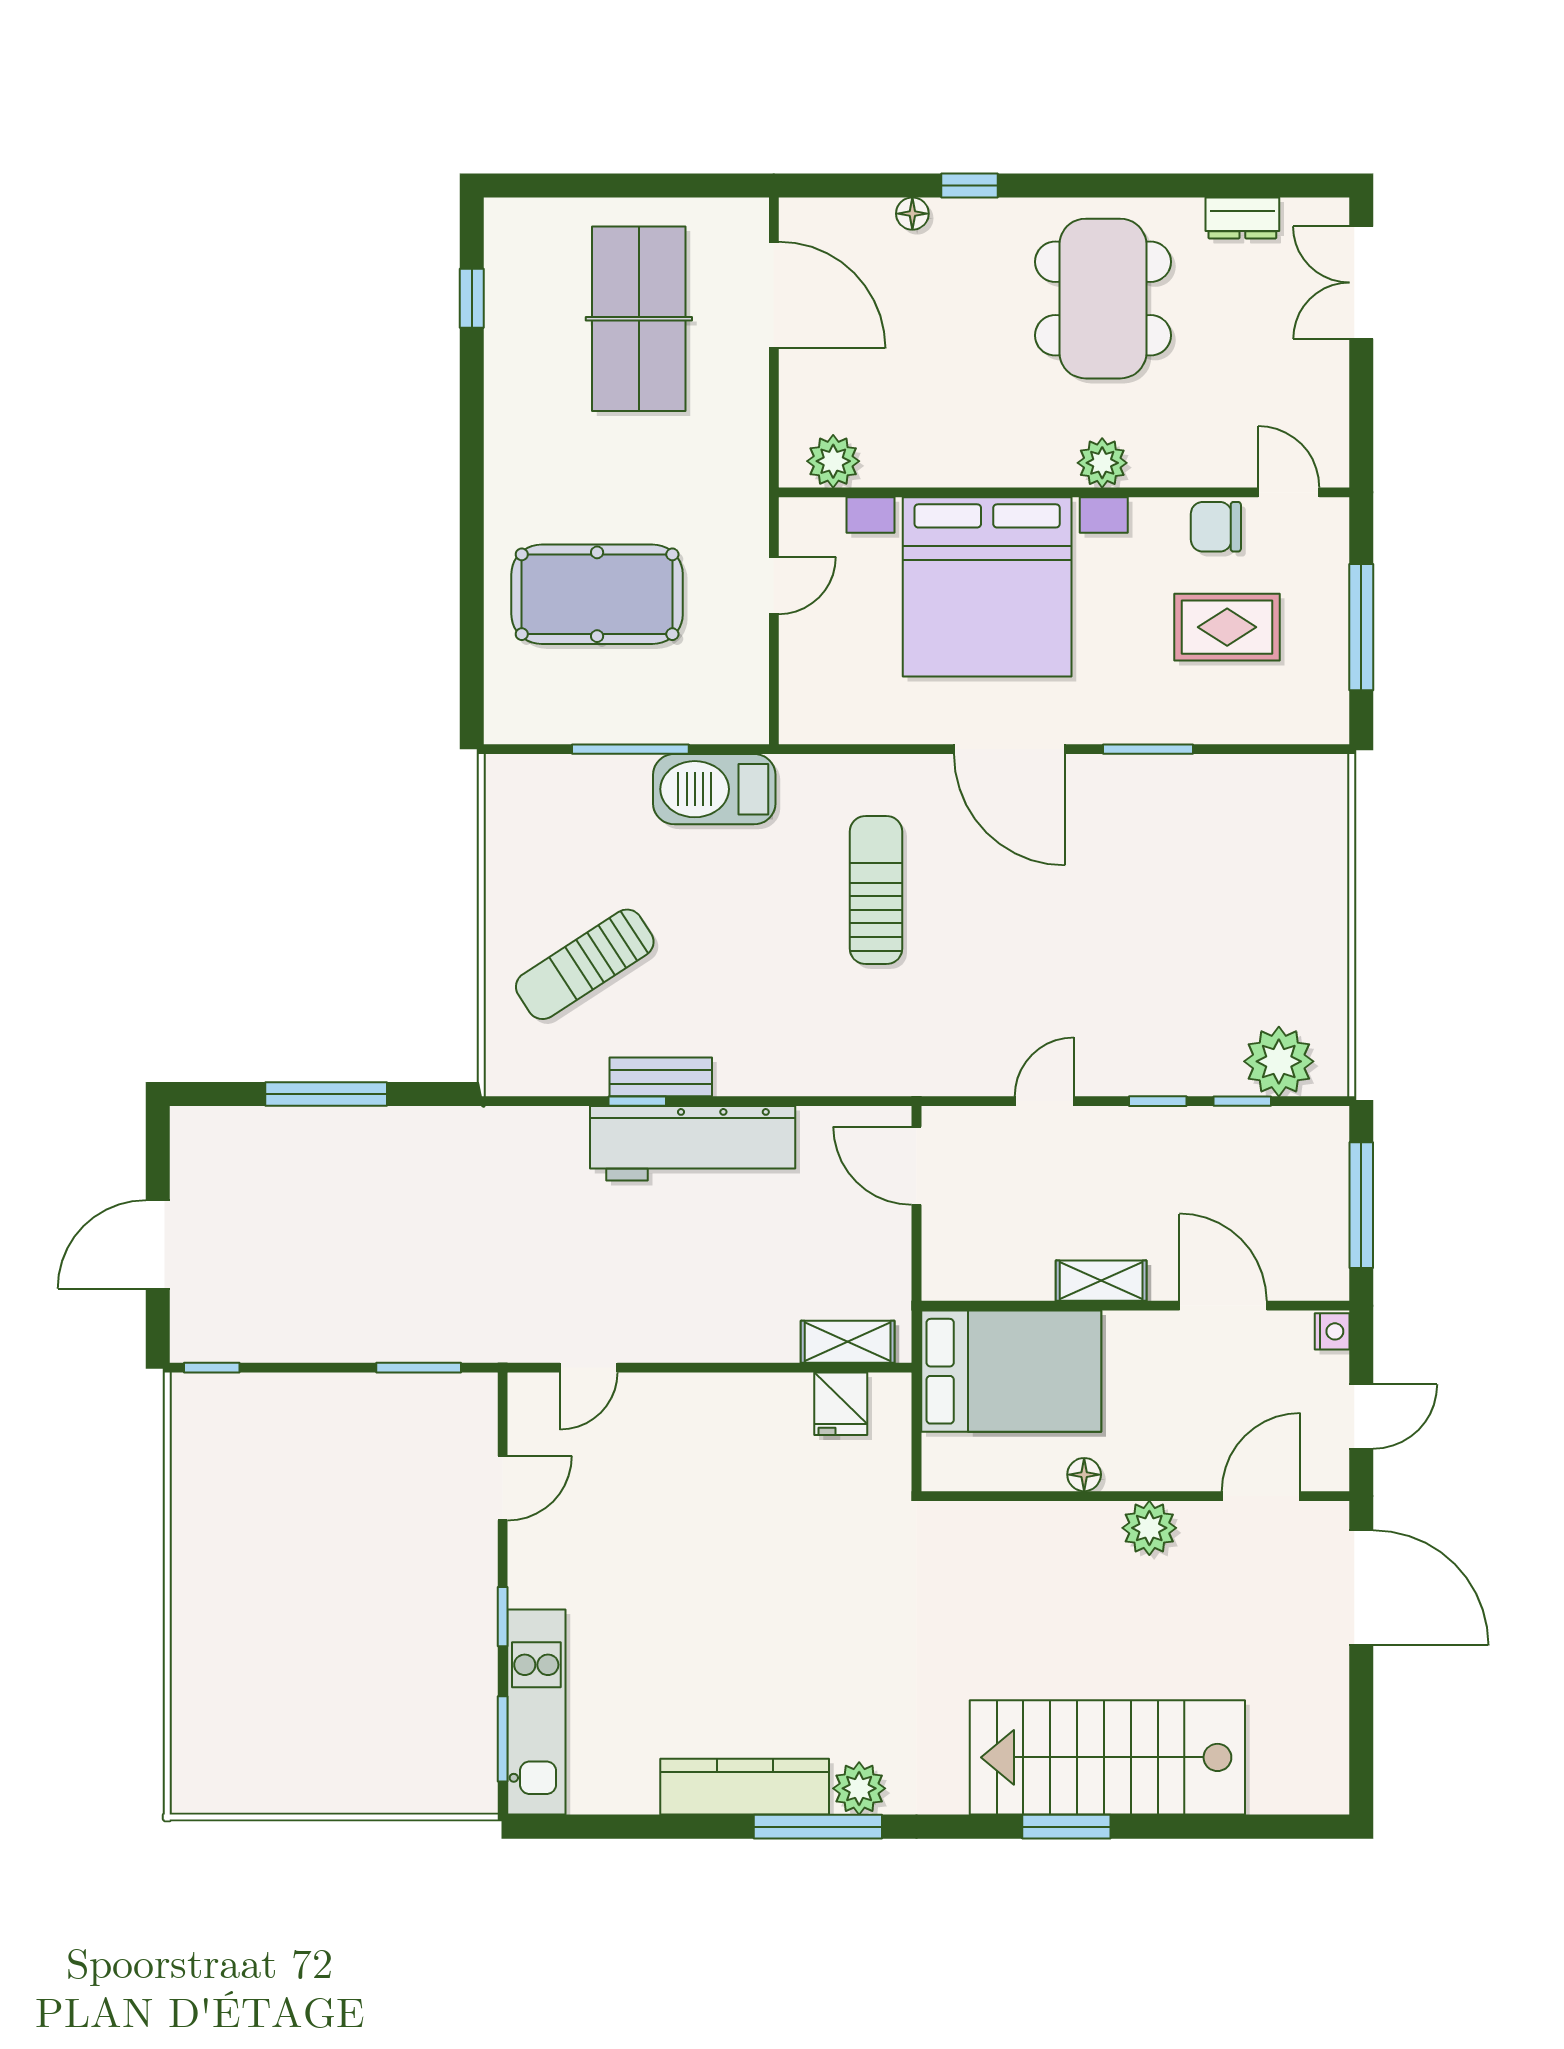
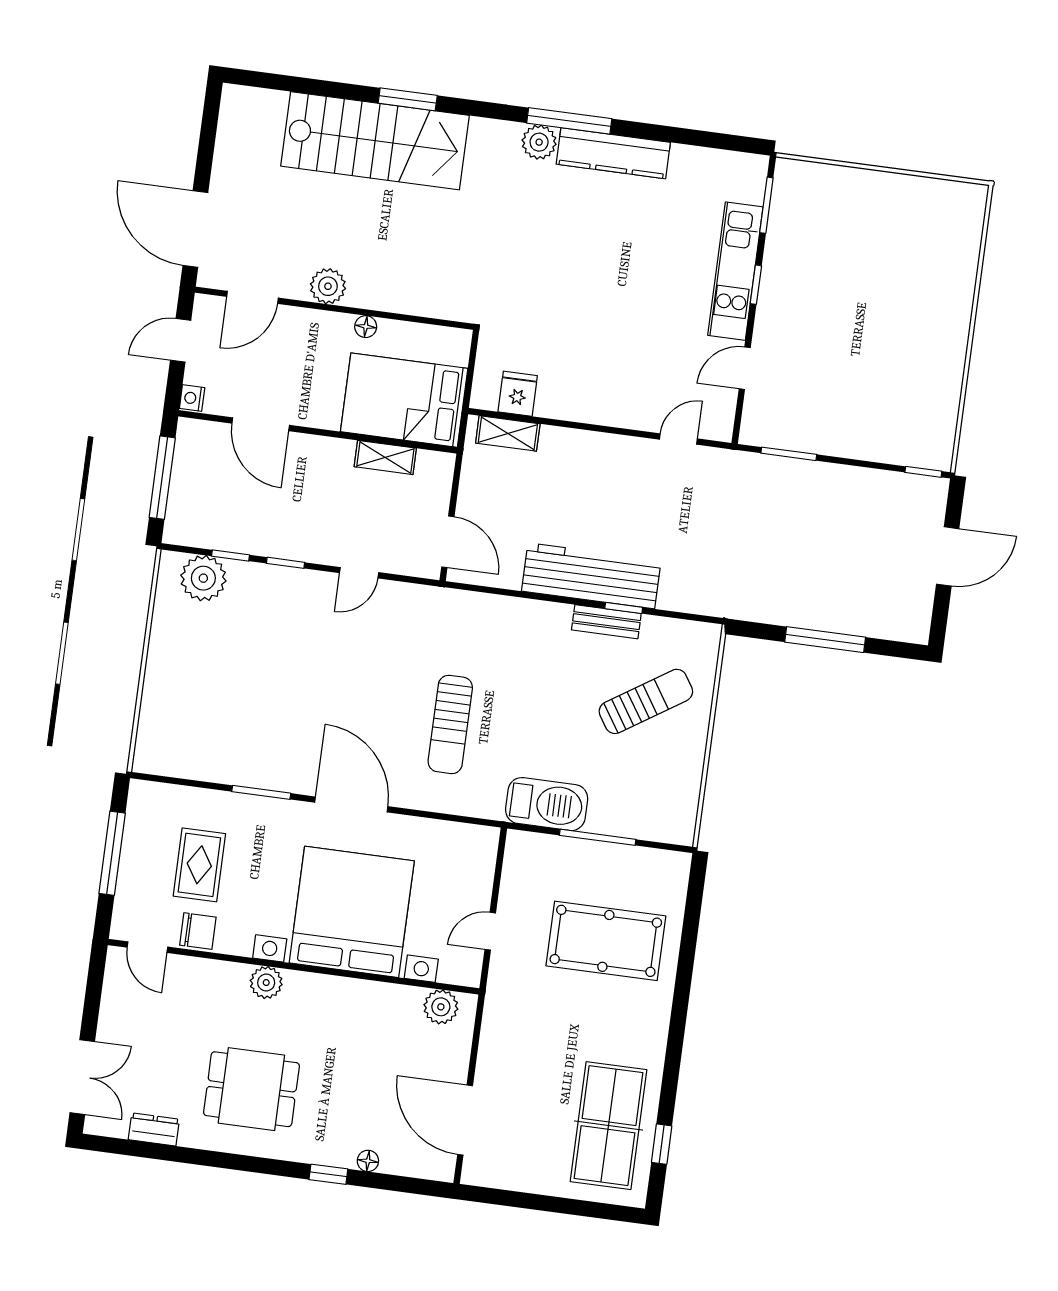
dining table: (1103, 299) -> (251, 1089), width x0.73
table tennis table: (639, 319) -> (609, 1126), moved
rug: (1227, 627) -> (199, 865), turned 90
shelving: (1101, 1281) -> (385, 457), moved
kitchen unit: (536, 1712) -> (735, 271), moved

